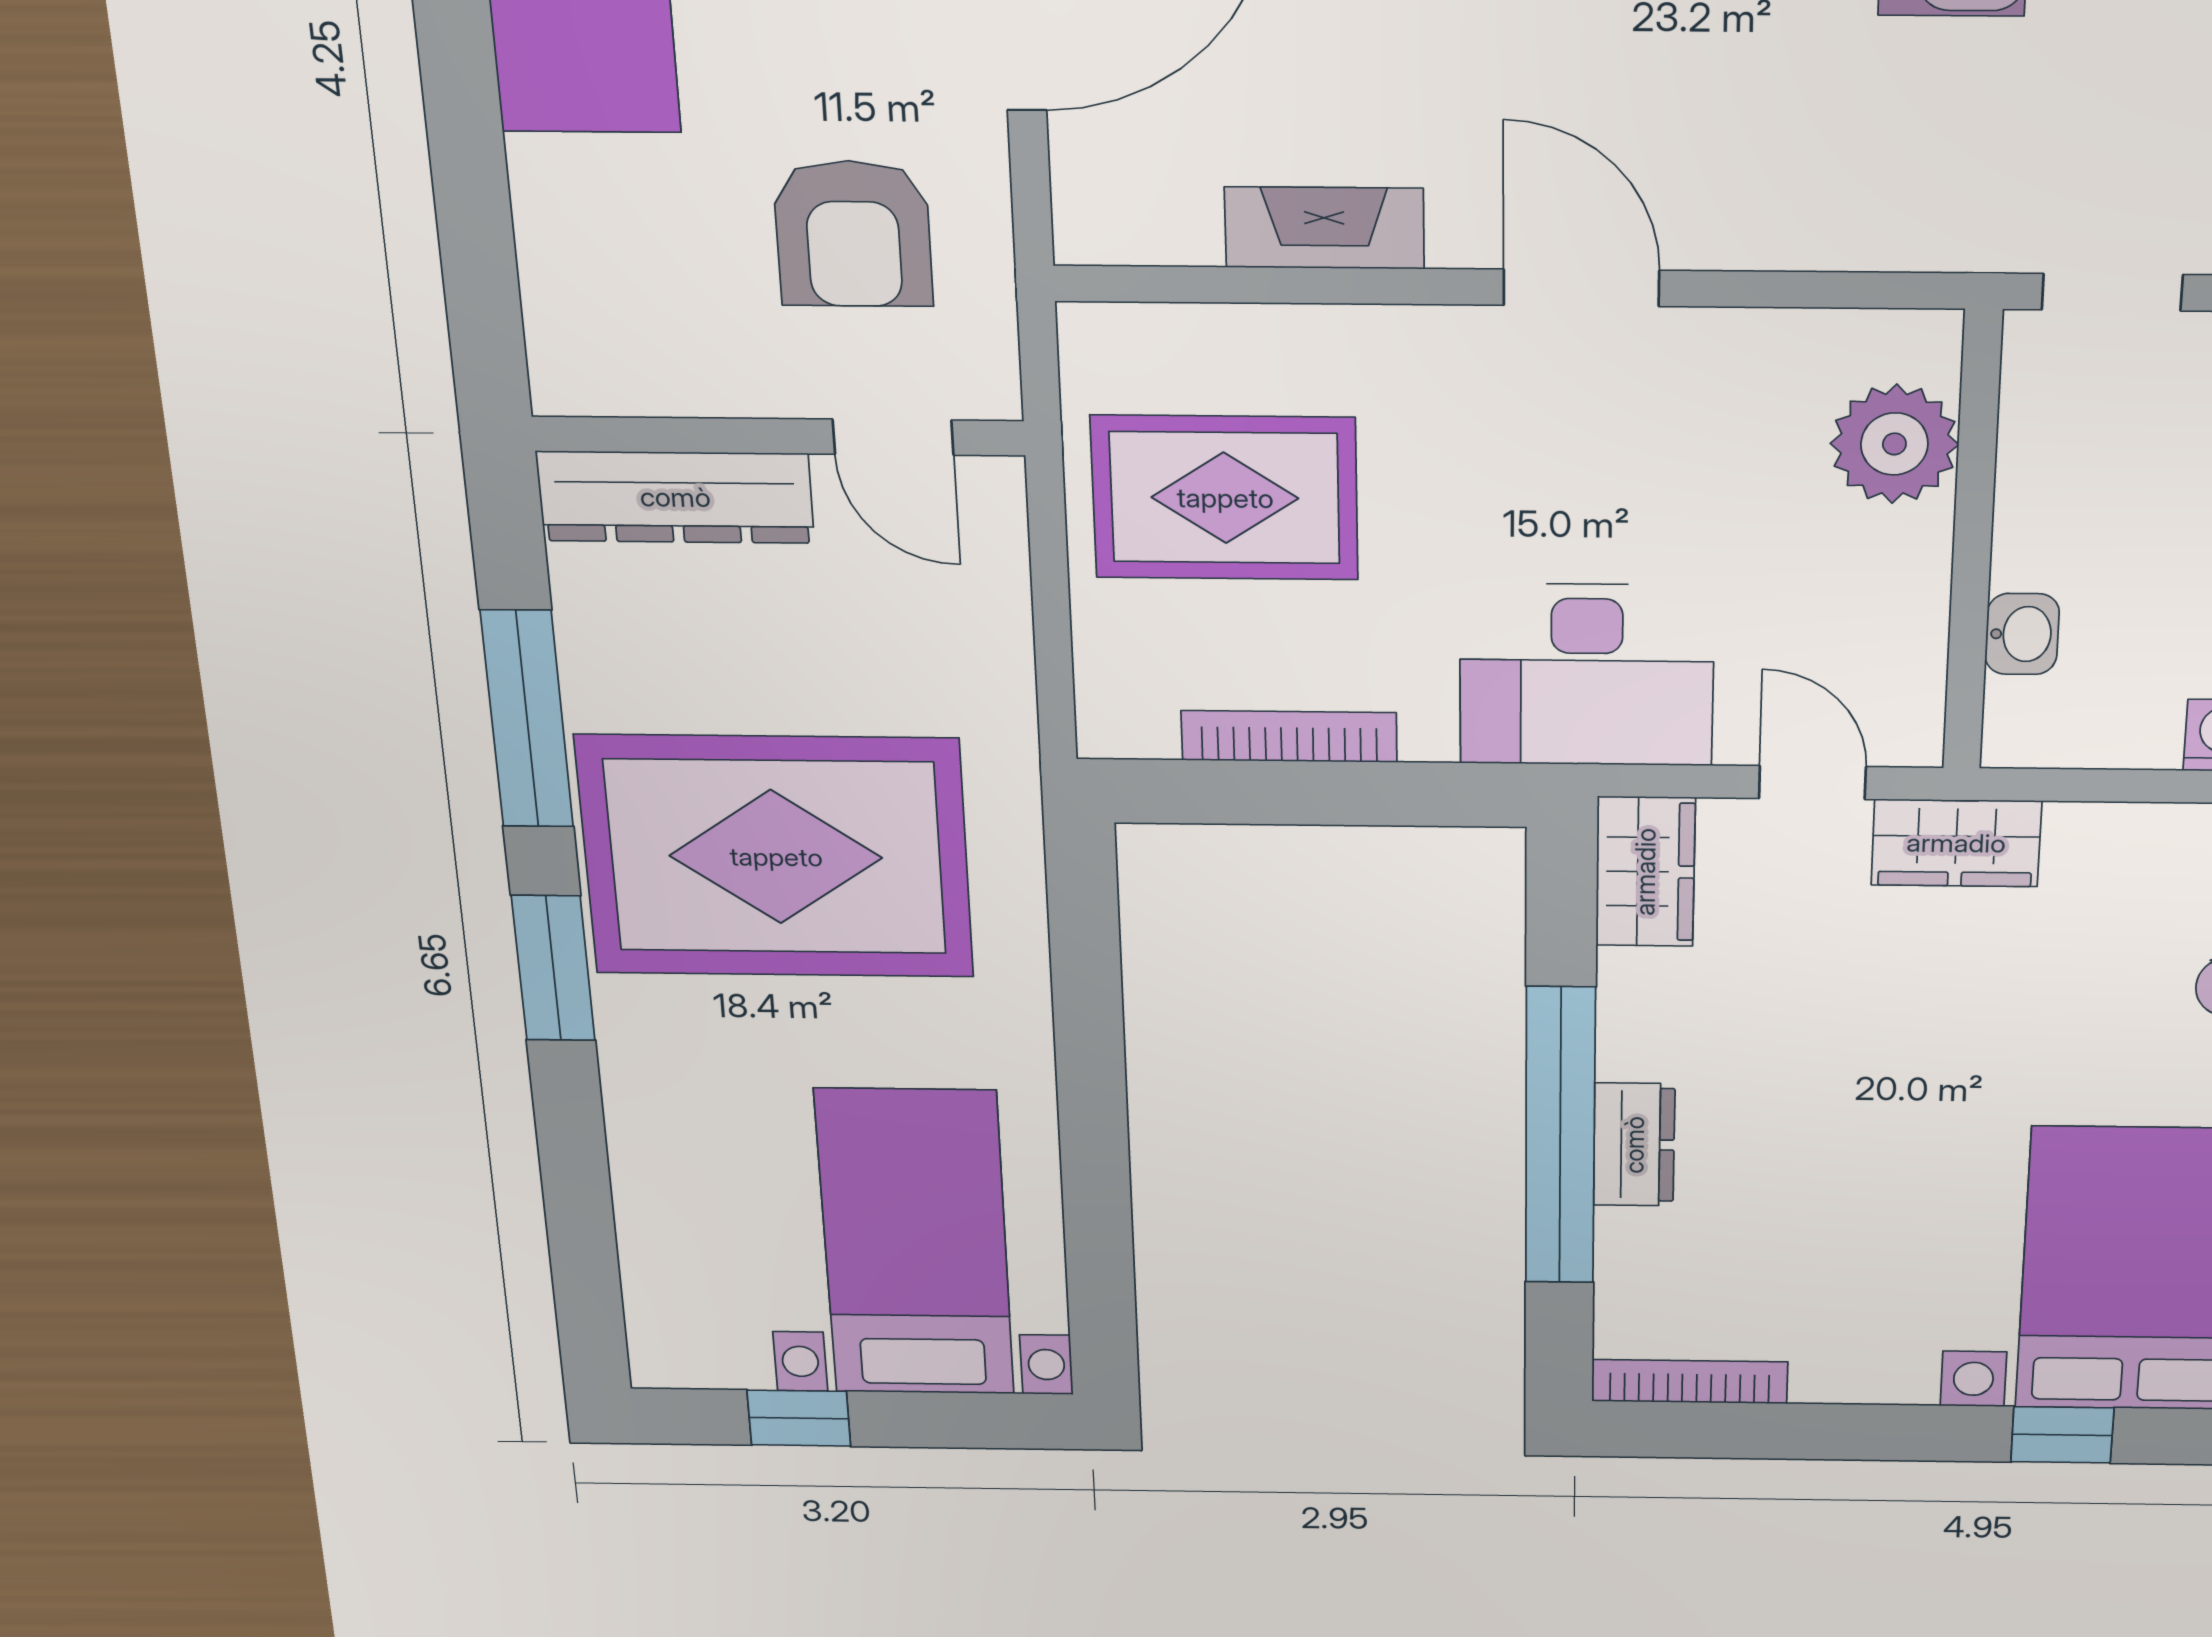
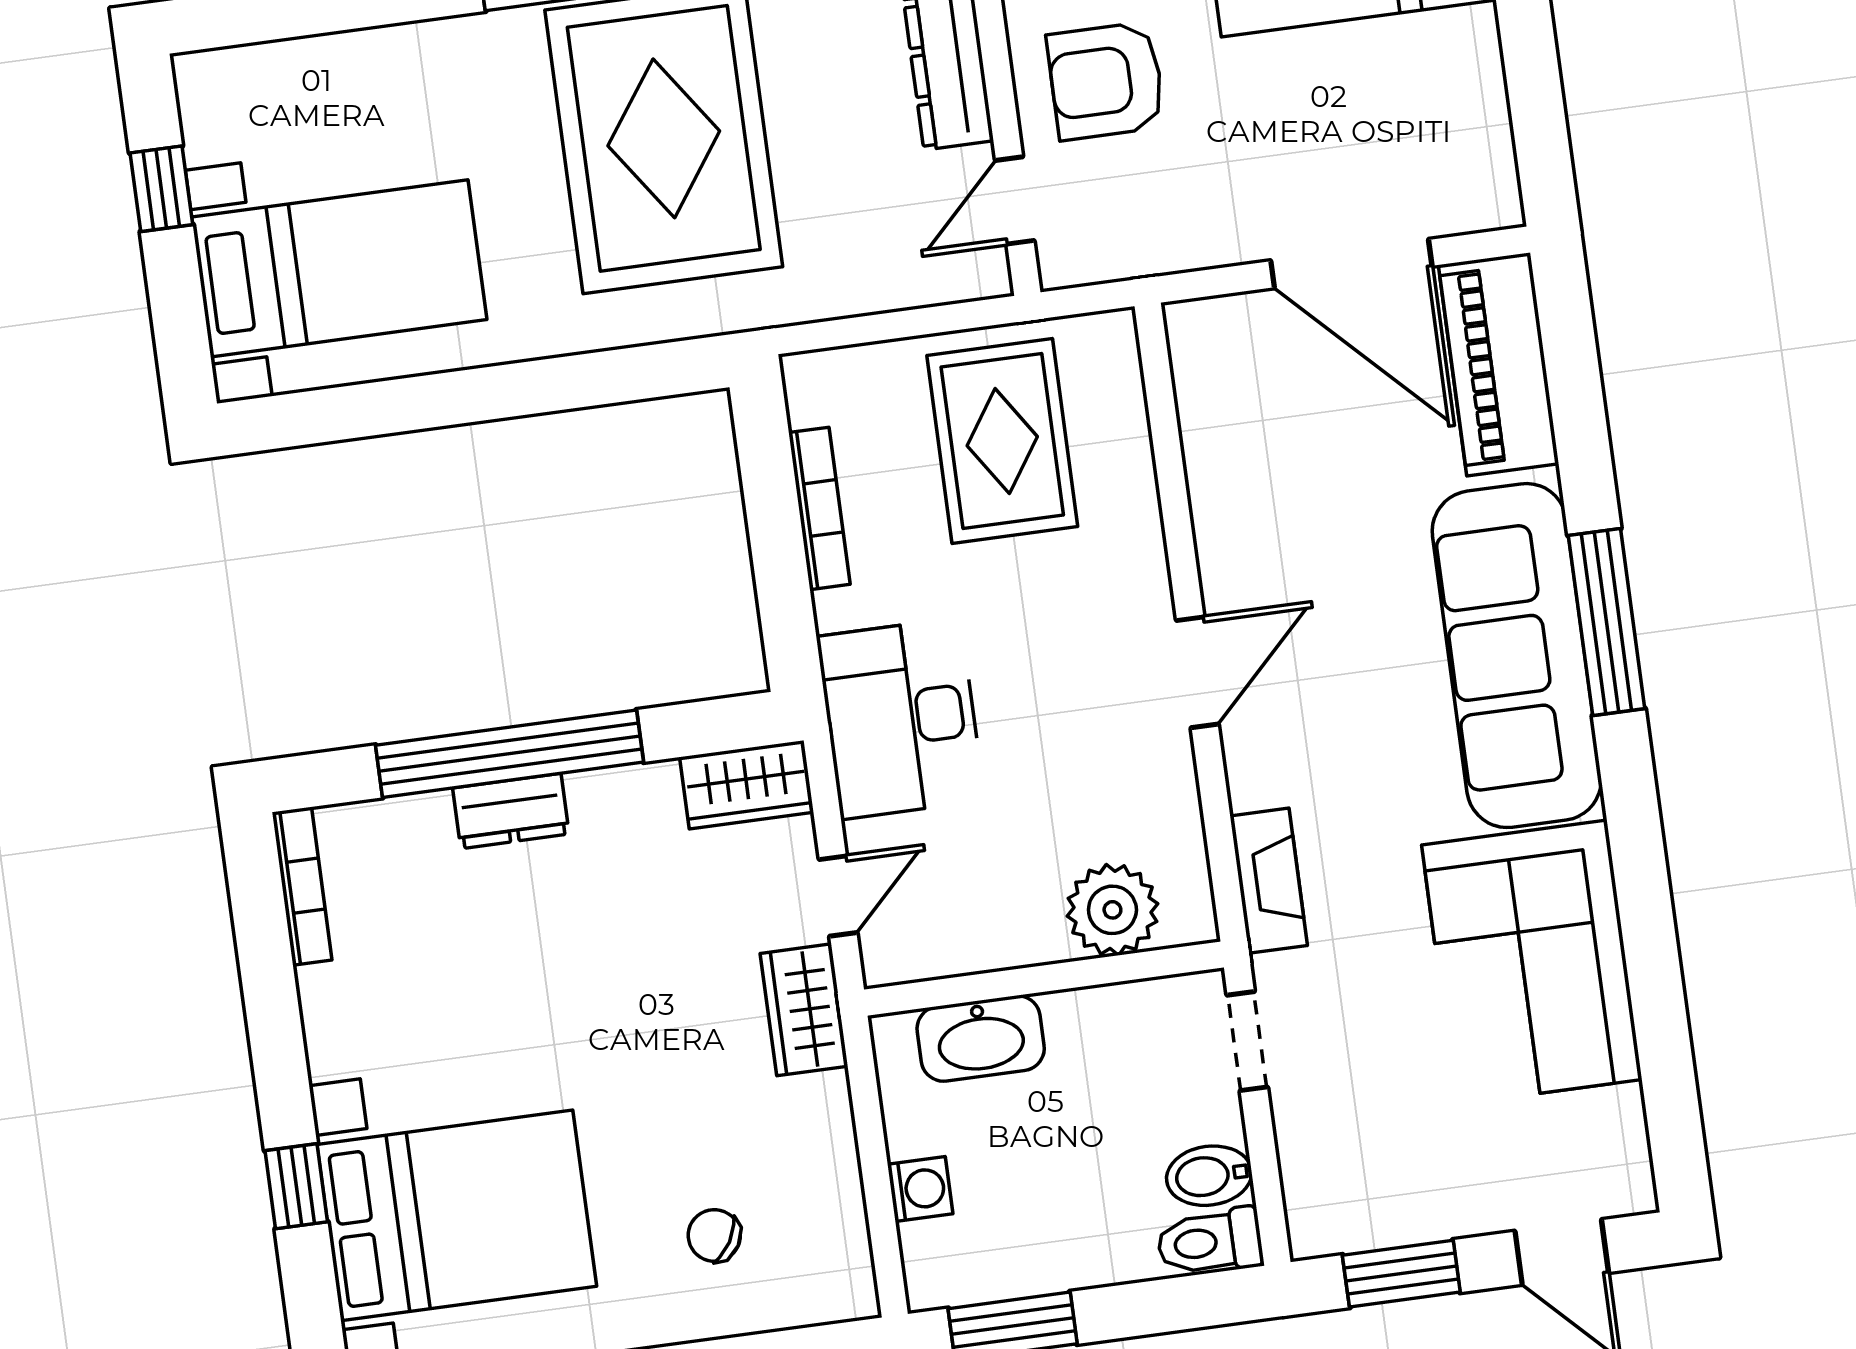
fireplace: (1324, 228) -> (1269, 881), moved
armchair: (853, 234) -> (1106, 81), moved
washbasin: (2022, 634) -> (981, 1038), width x1.91, depth x1.45

